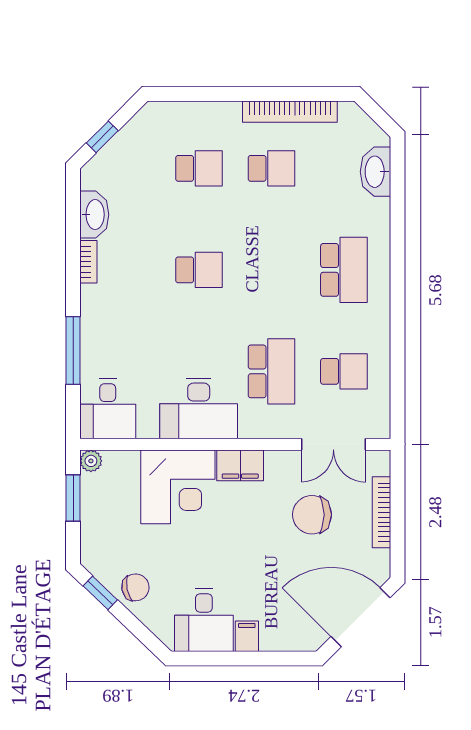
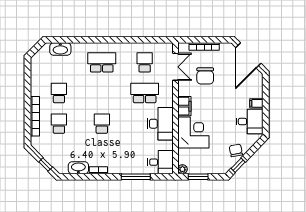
bookcase: (290, 112) -> (35, 116), moved

